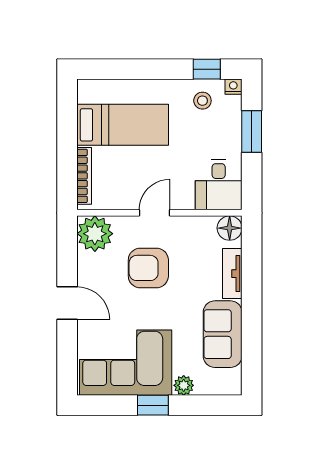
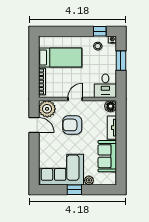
door: (67, 303) -> (34, 125), moved

